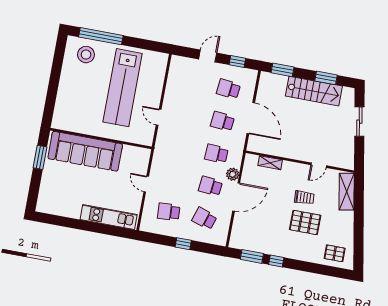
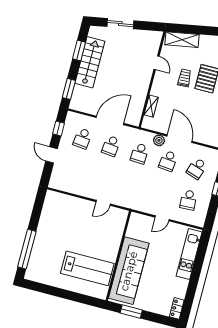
stool: (86, 55) -> (42, 264), removed
lab bench: (123, 88) -> (87, 268), moved, width x0.73
locker: (47, 208) -> (177, 308), added

